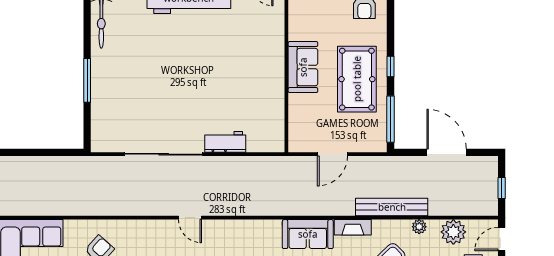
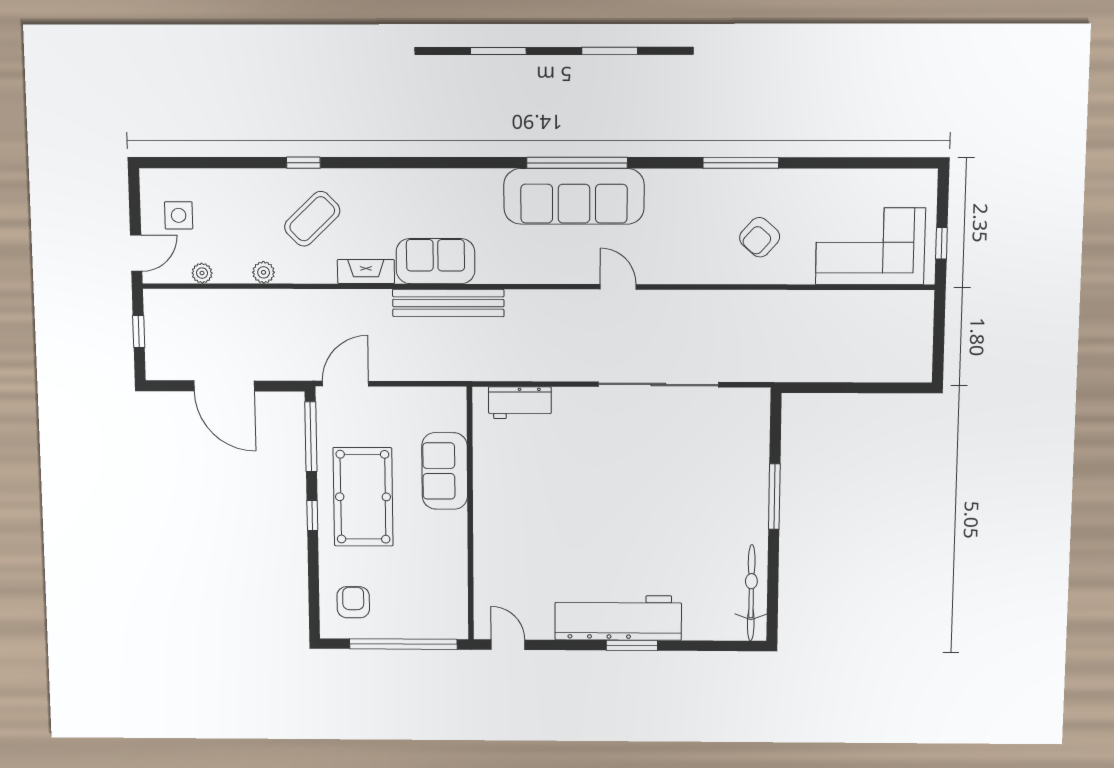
sofa: (303, 67) -> (445, 471), moved
workbench: (225, 142) -> (520, 403), moved
door: (332, 154) -> (345, 384), moved
bench: (392, 207) -> (448, 303), moved
plant: (453, 232) -> (202, 273), width x0.53, depth x0.53

